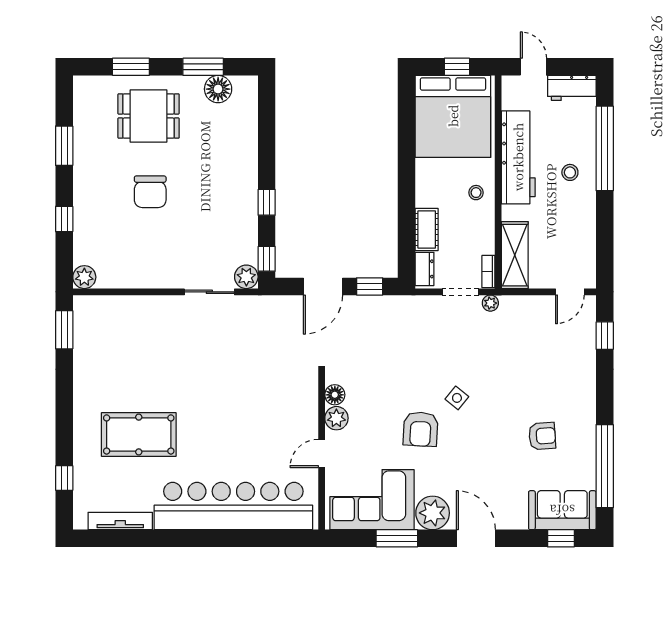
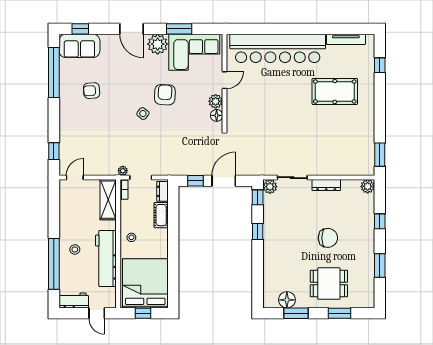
chair: (150, 192) -> (328, 238), turned 90
dresser: (153, 279) -> (326, 185), added

